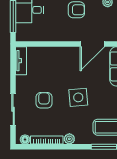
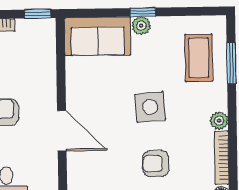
door: (92, 44) -> (62, 131), moved

